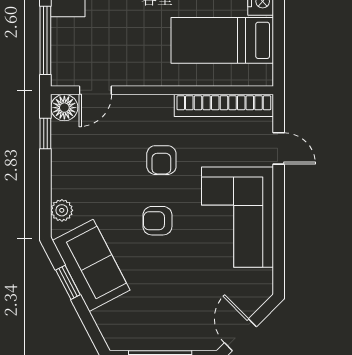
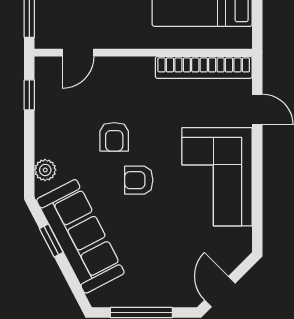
floor lamp: (64, 108) -> (48, 70), removed
armchair: (161, 160) -> (114, 137), moved
sofa: (91, 265) -> (80, 236), width x1.36

